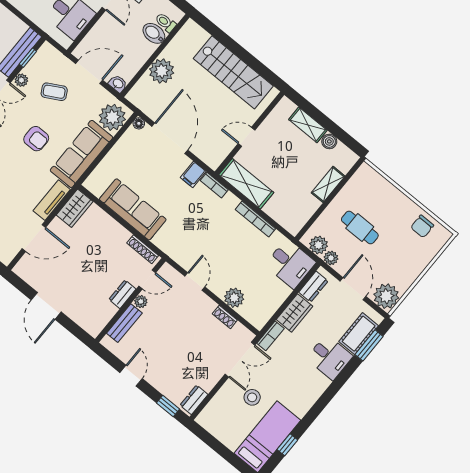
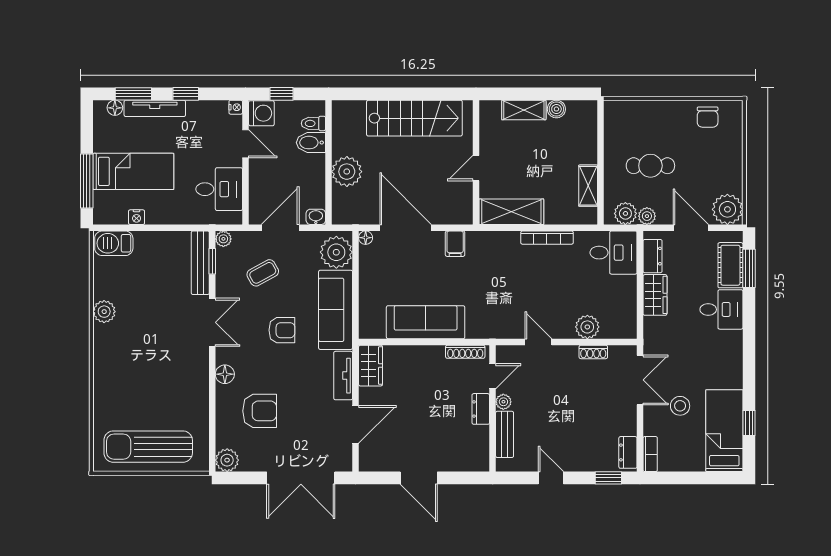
plant: (21, 80) -> (223, 239), moved
shelving: (328, 184) -> (588, 186), moved
bookcase: (214, 185) -> (483, 237), removed
bookcase: (270, 336) -> (650, 454), moved

